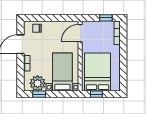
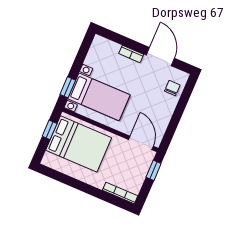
window: (106, 18) -> (154, 170), moved
plant: (38, 83) -> (98, 57), removed
window: (39, 94) -> (68, 87), moved

